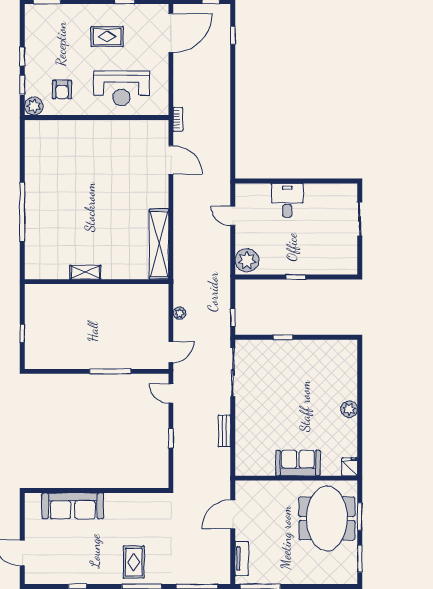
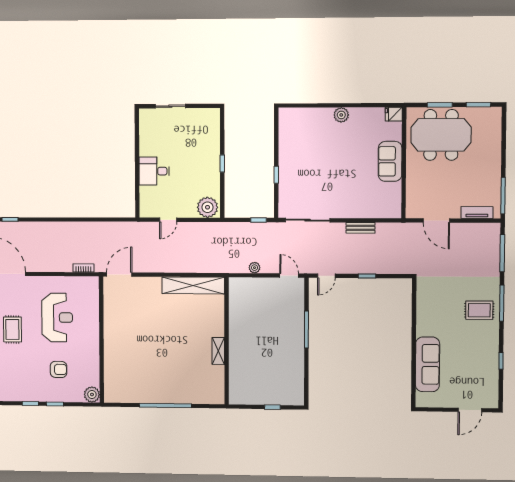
plant: (34, 106) -> (92, 394), moved
wall: (97, 118) -> (101, 340), moved

